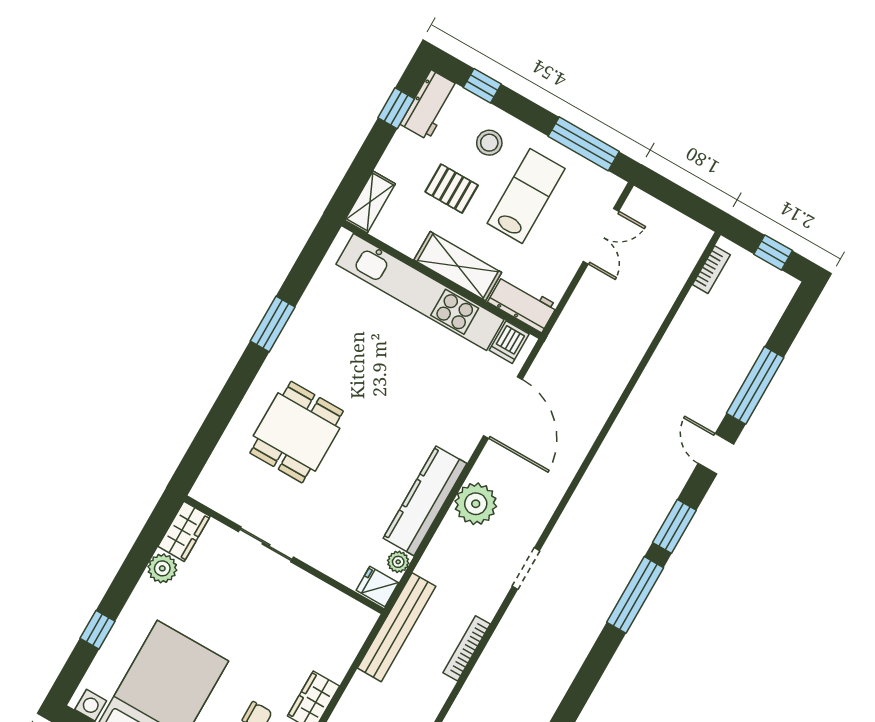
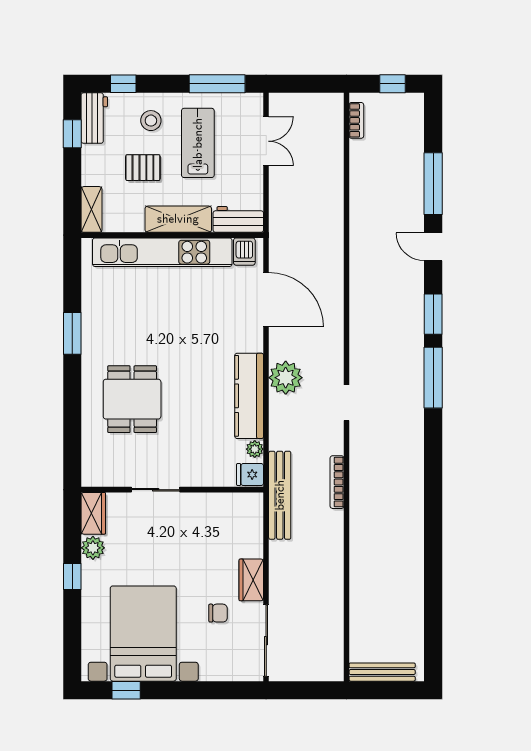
window: (97, 630) -> (72, 577), moved

